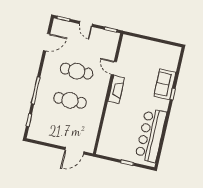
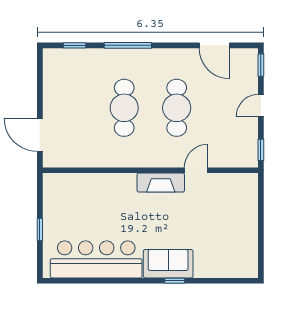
sofa: (165, 84) -> (168, 264), moved

